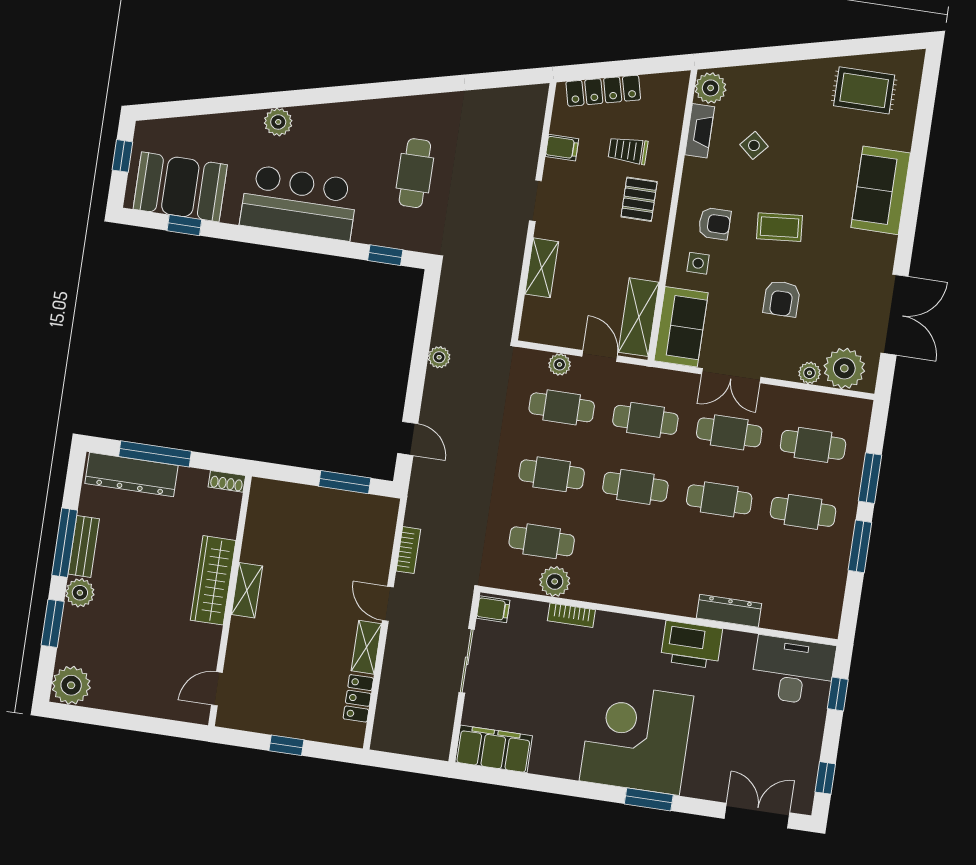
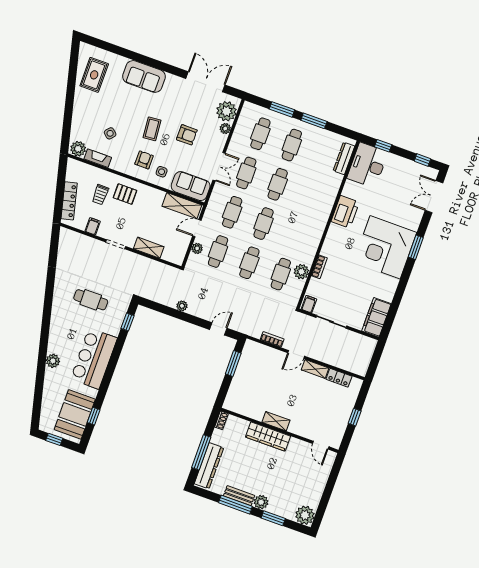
dresser: (729, 611) -> (344, 158), moved

